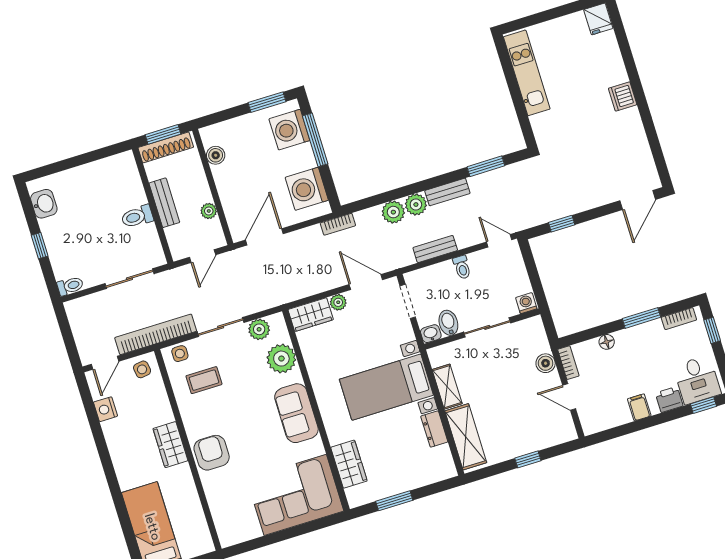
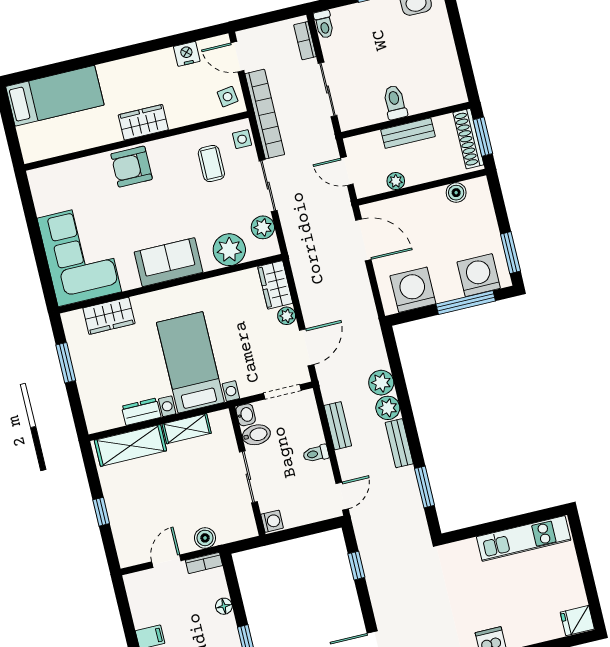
bookcase: (338, 224) -> (305, 41), moved
armchair: (212, 453) -> (132, 167), turned 180

